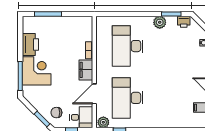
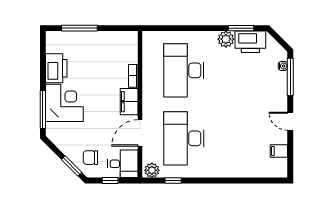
printer: (184, 22) -> (250, 42), width x1.87, depth x1.48

